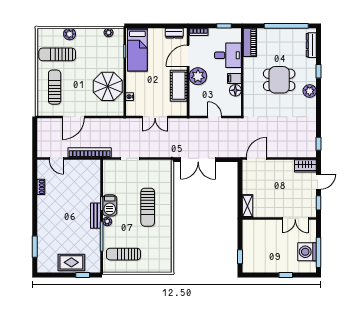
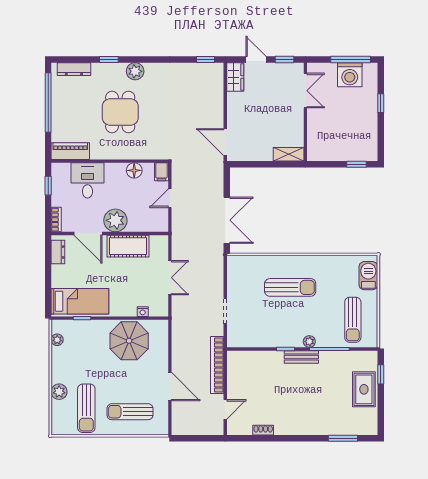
filing cabinet: (234, 78) -> (161, 172), moved
barbecue: (110, 205) -> (368, 276), moved, turned -90

